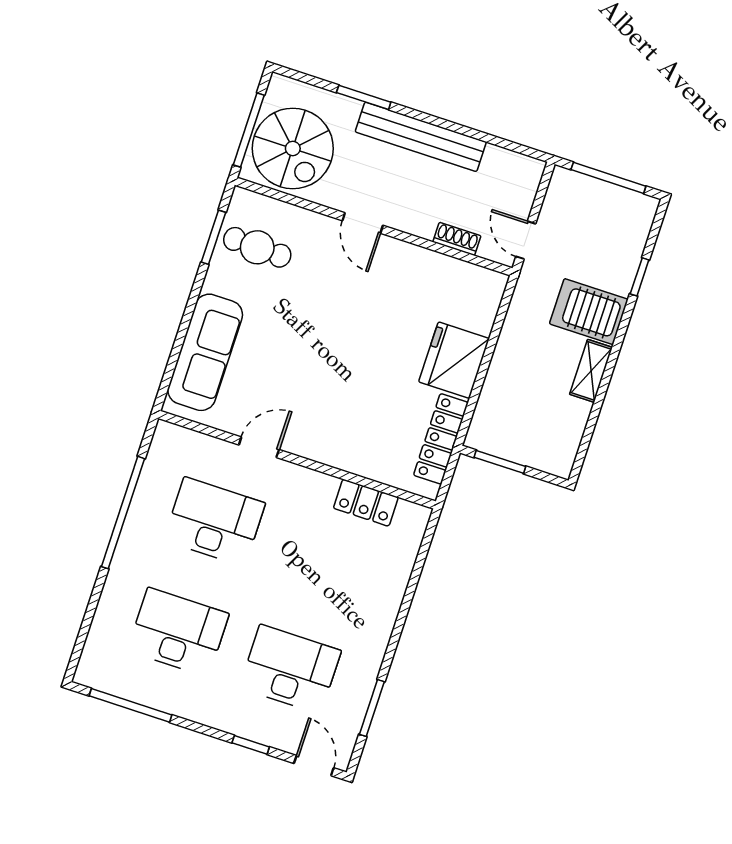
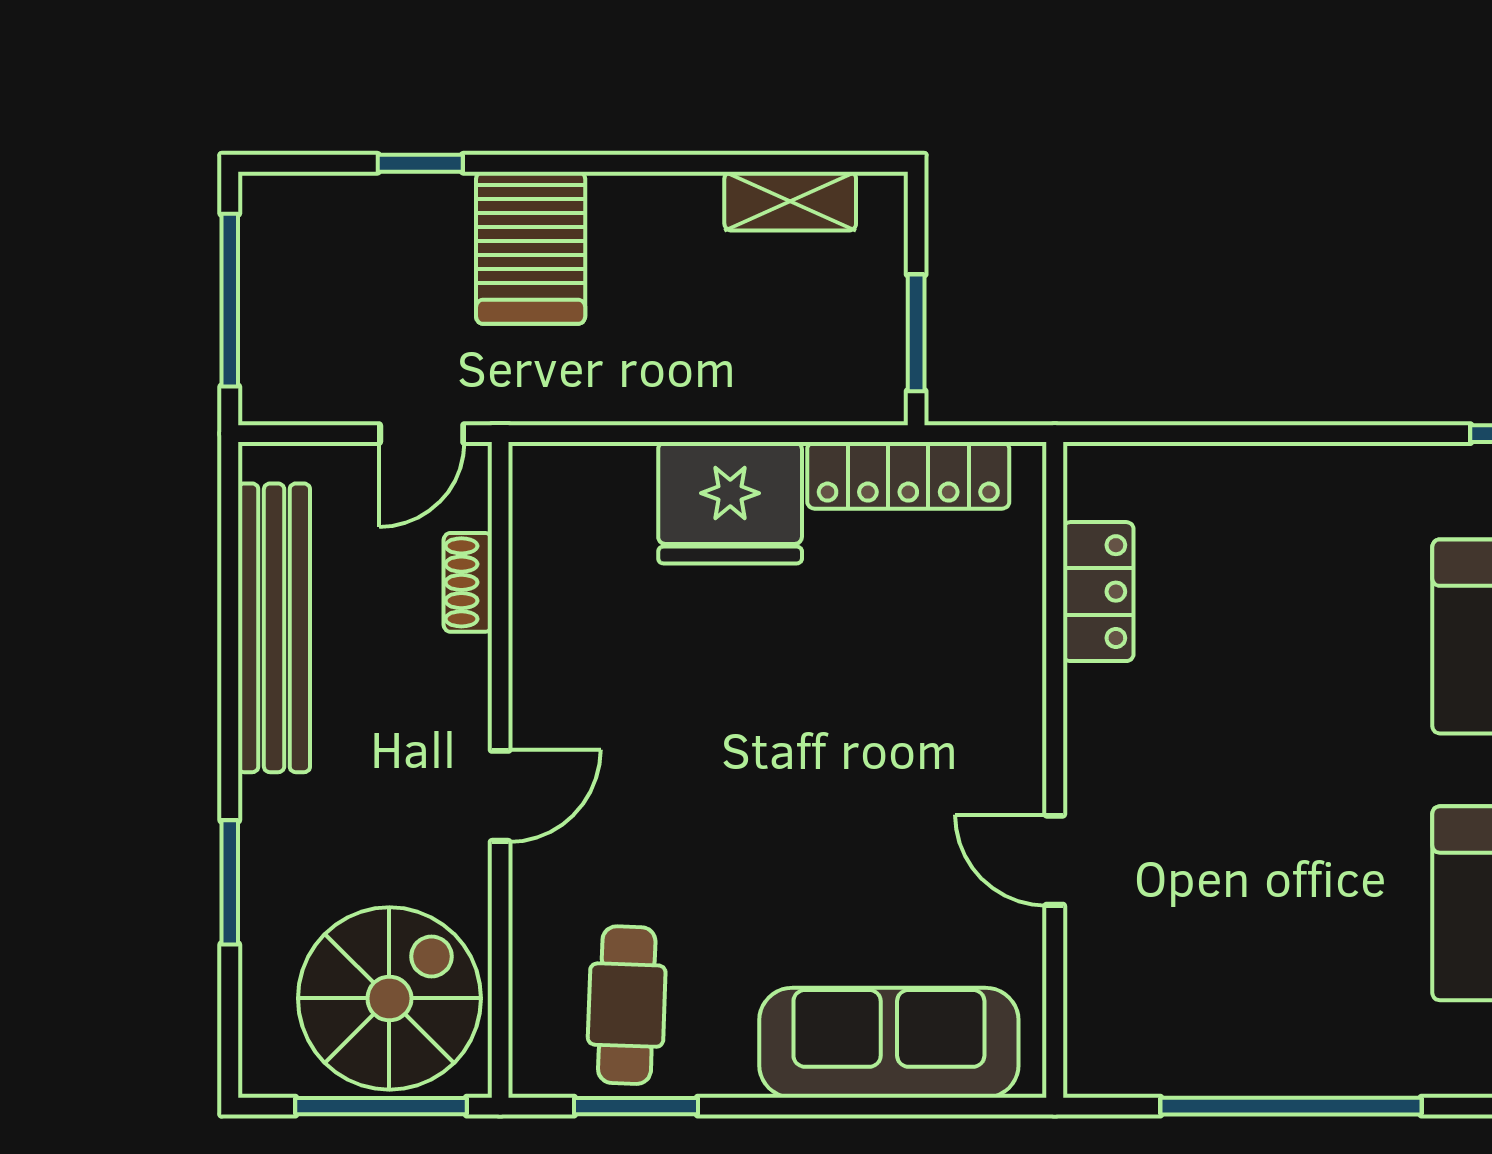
bench: (421, 137) -> (274, 628), moved
shelving: (591, 371) -> (790, 201), moved
desk: (214, 522) -> (1246, 903), removed

